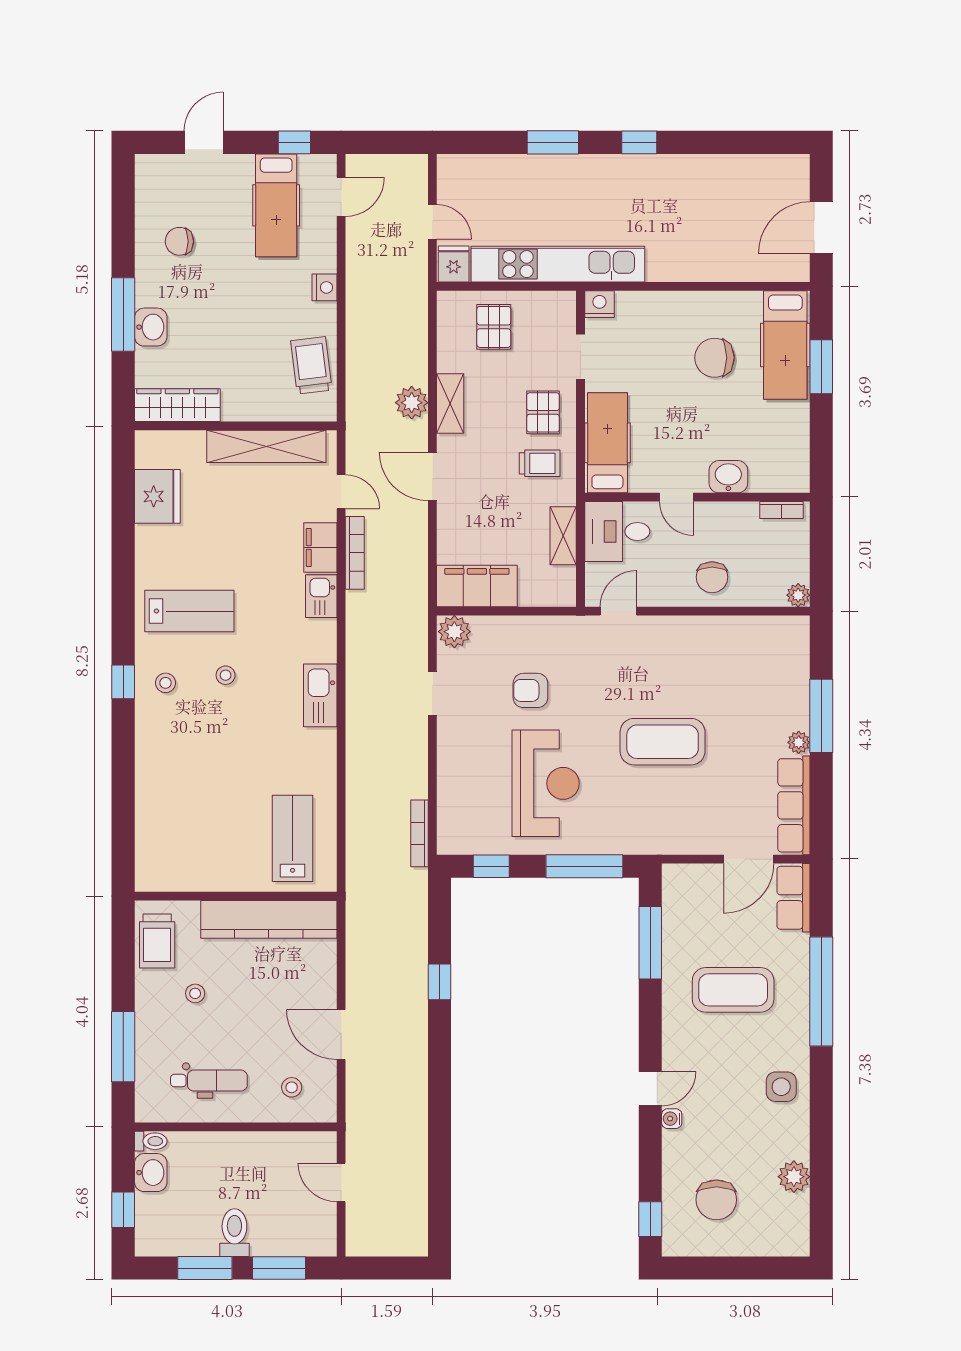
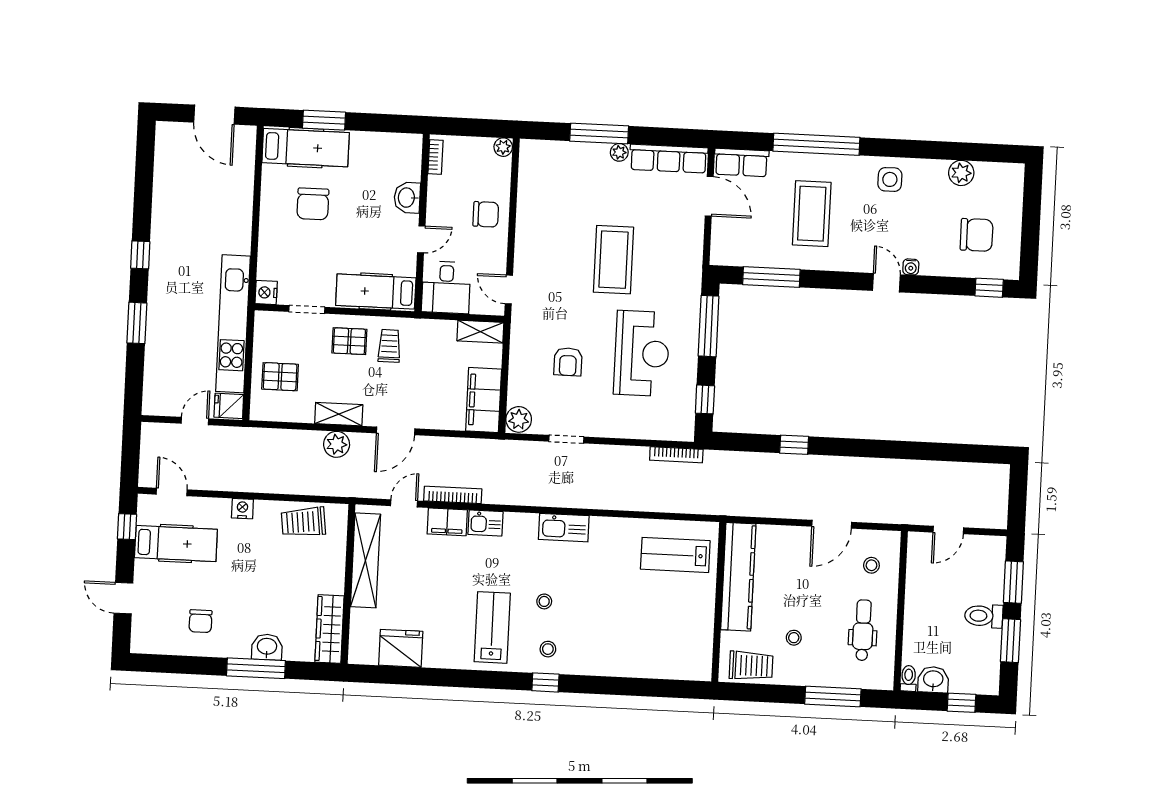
shelving: (563, 536) -> (480, 332), moved
reception desk: (546, 783) -> (642, 353), turned 90

